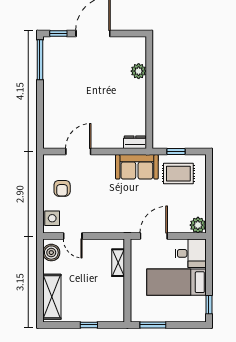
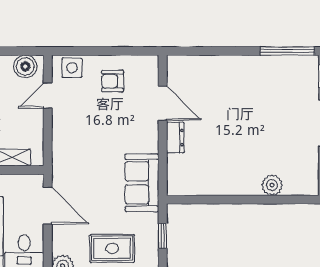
dresser: (135, 142) -> (175, 138), moved
rug: (178, 174) -> (112, 248), moved, turned 90

